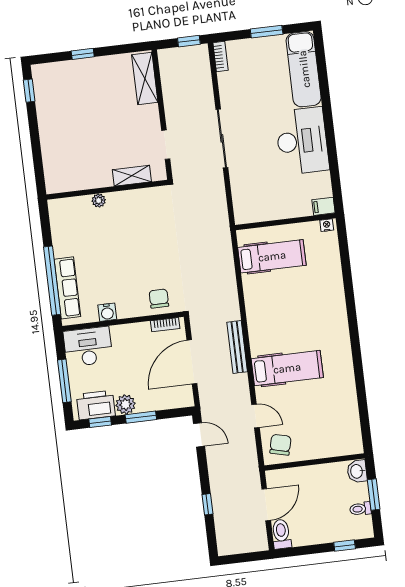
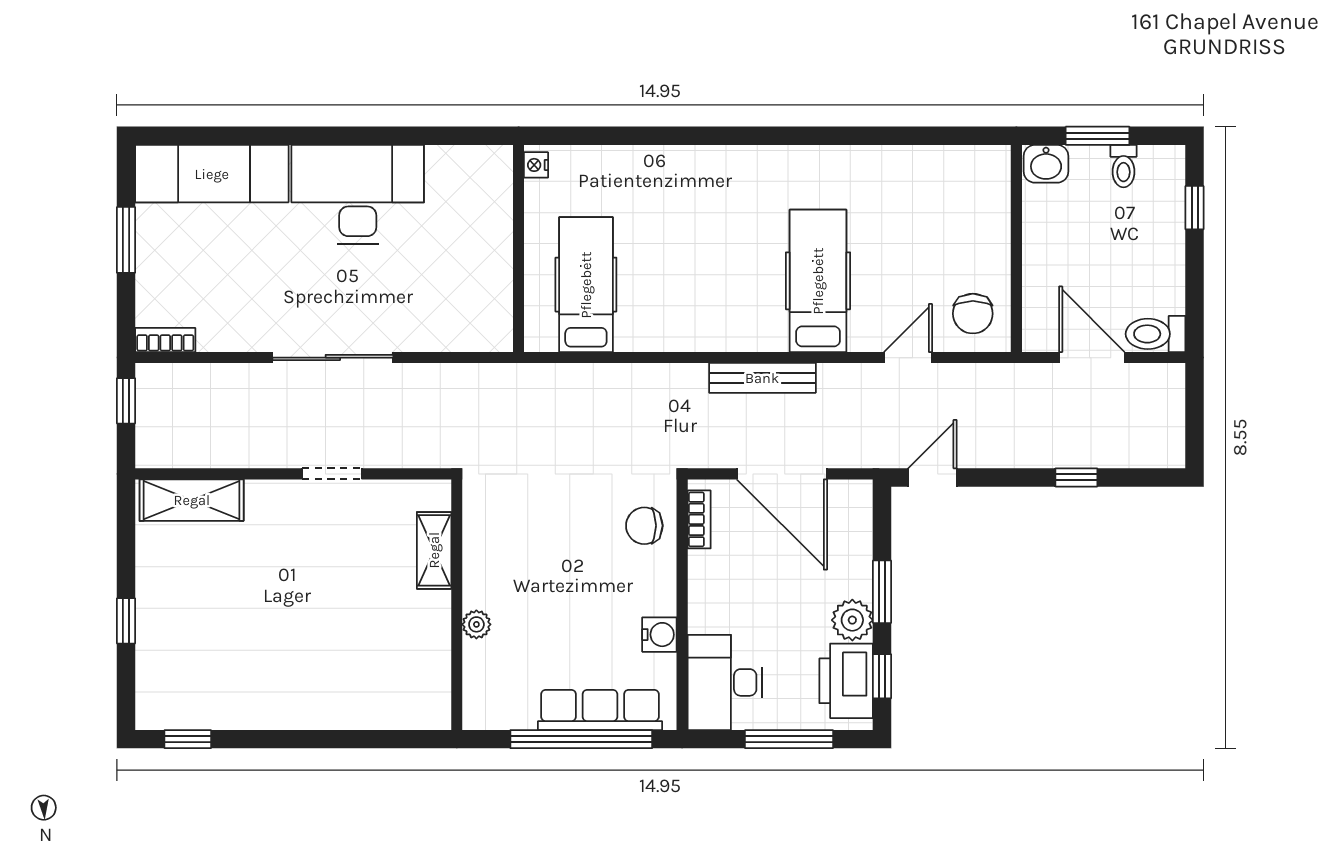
shelving: (132, 176) -> (434, 550), moved
wall: (107, 190) -> (457, 605), moved
plant: (99, 200) -> (476, 624), moved
filing cabinet: (323, 206) -> (497, 167), removed
chair: (280, 445) -> (973, 314), turned -104

